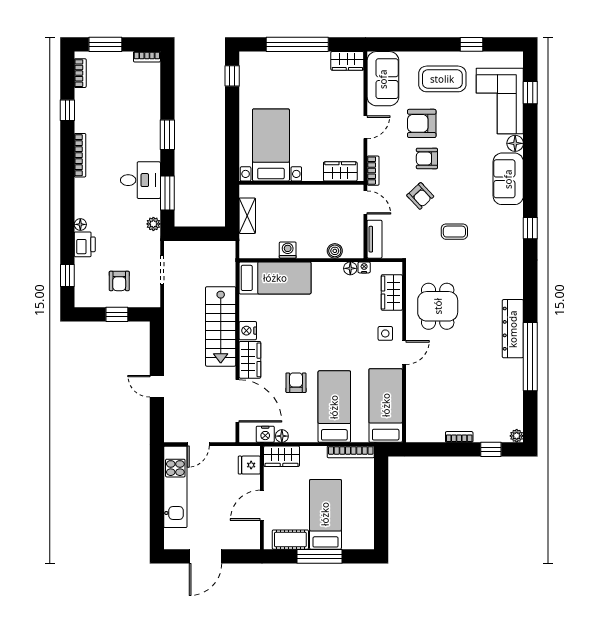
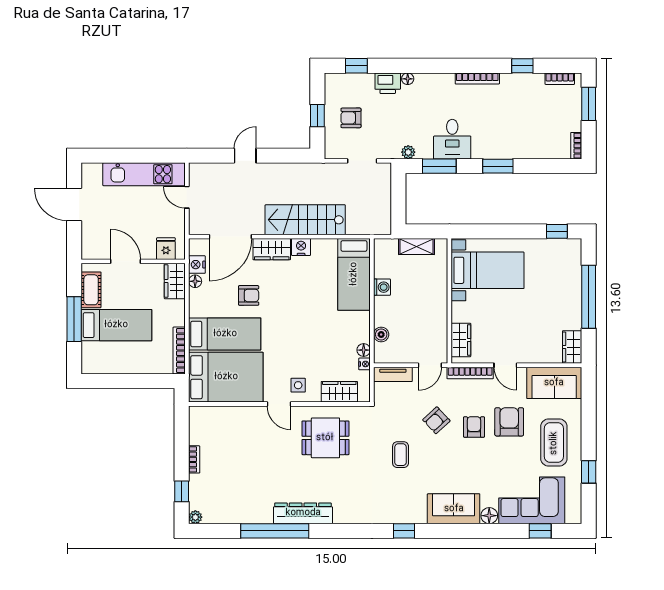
bookcase: (373, 171) -> (470, 373), width x1.56
bed: (386, 405) -> (226, 377), width x1.50

